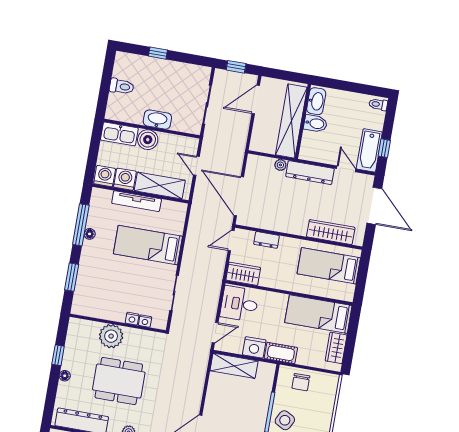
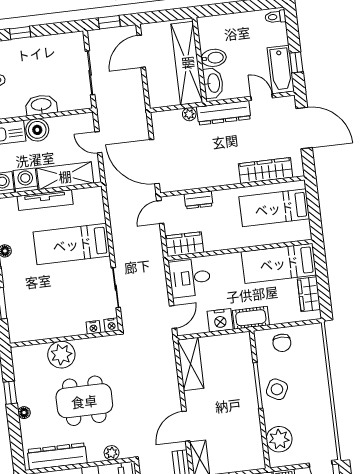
washbasin: (316, 101) -> (213, 83), moved
nightstand: (132, 319) -> (111, 325), moved
shelving: (234, 366) -> (191, 364), moved, turned 90

